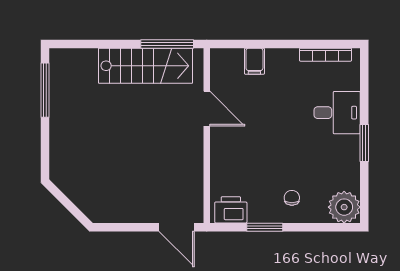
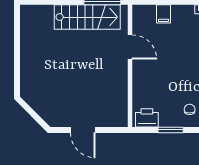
window: (45, 90) -> (17, 34), removed
door: (177, 227) -> (83, 130), moved

